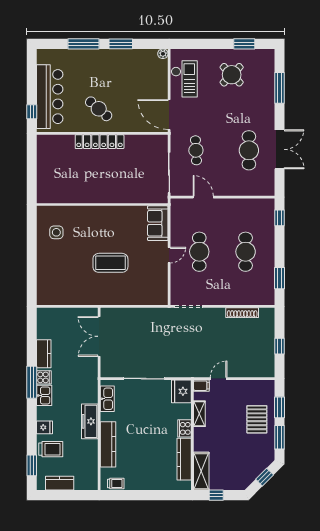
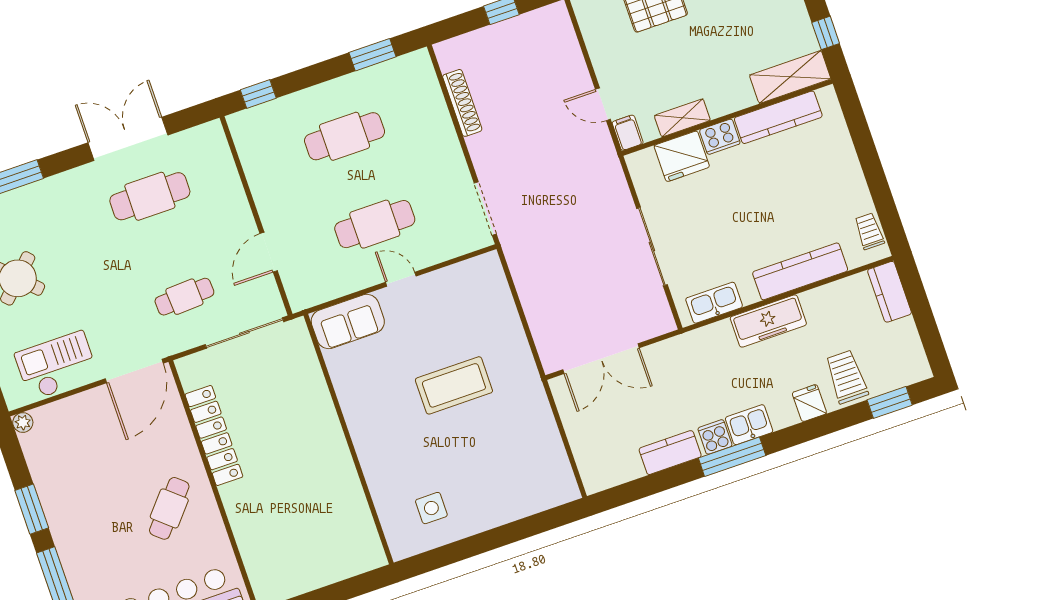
locker: (100, 142) -> (214, 435), moved
coffee table: (110, 263) -> (454, 385), turned 90
fridge: (181, 391) -> (682, 156), moved
kitchen counter: (60, 483) -> (889, 292), moved

